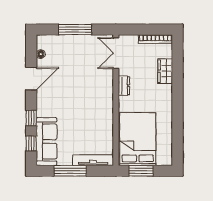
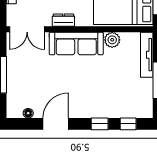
door: (31, 79) -> (56, 124), hinge flipped
plant: (106, 129) -> (112, 40), added
sofa: (47, 141) -> (76, 43), moved, turned 180

